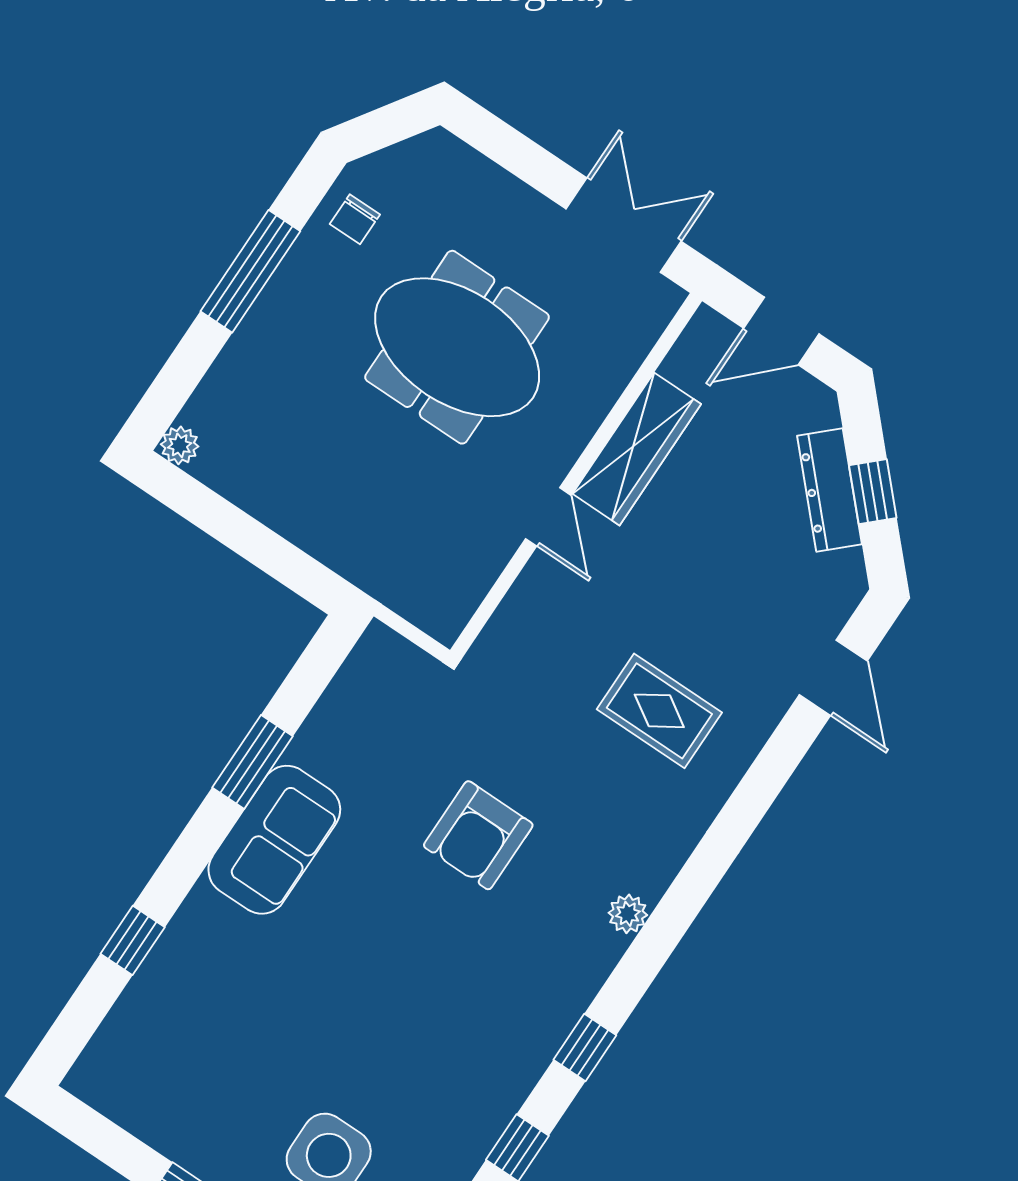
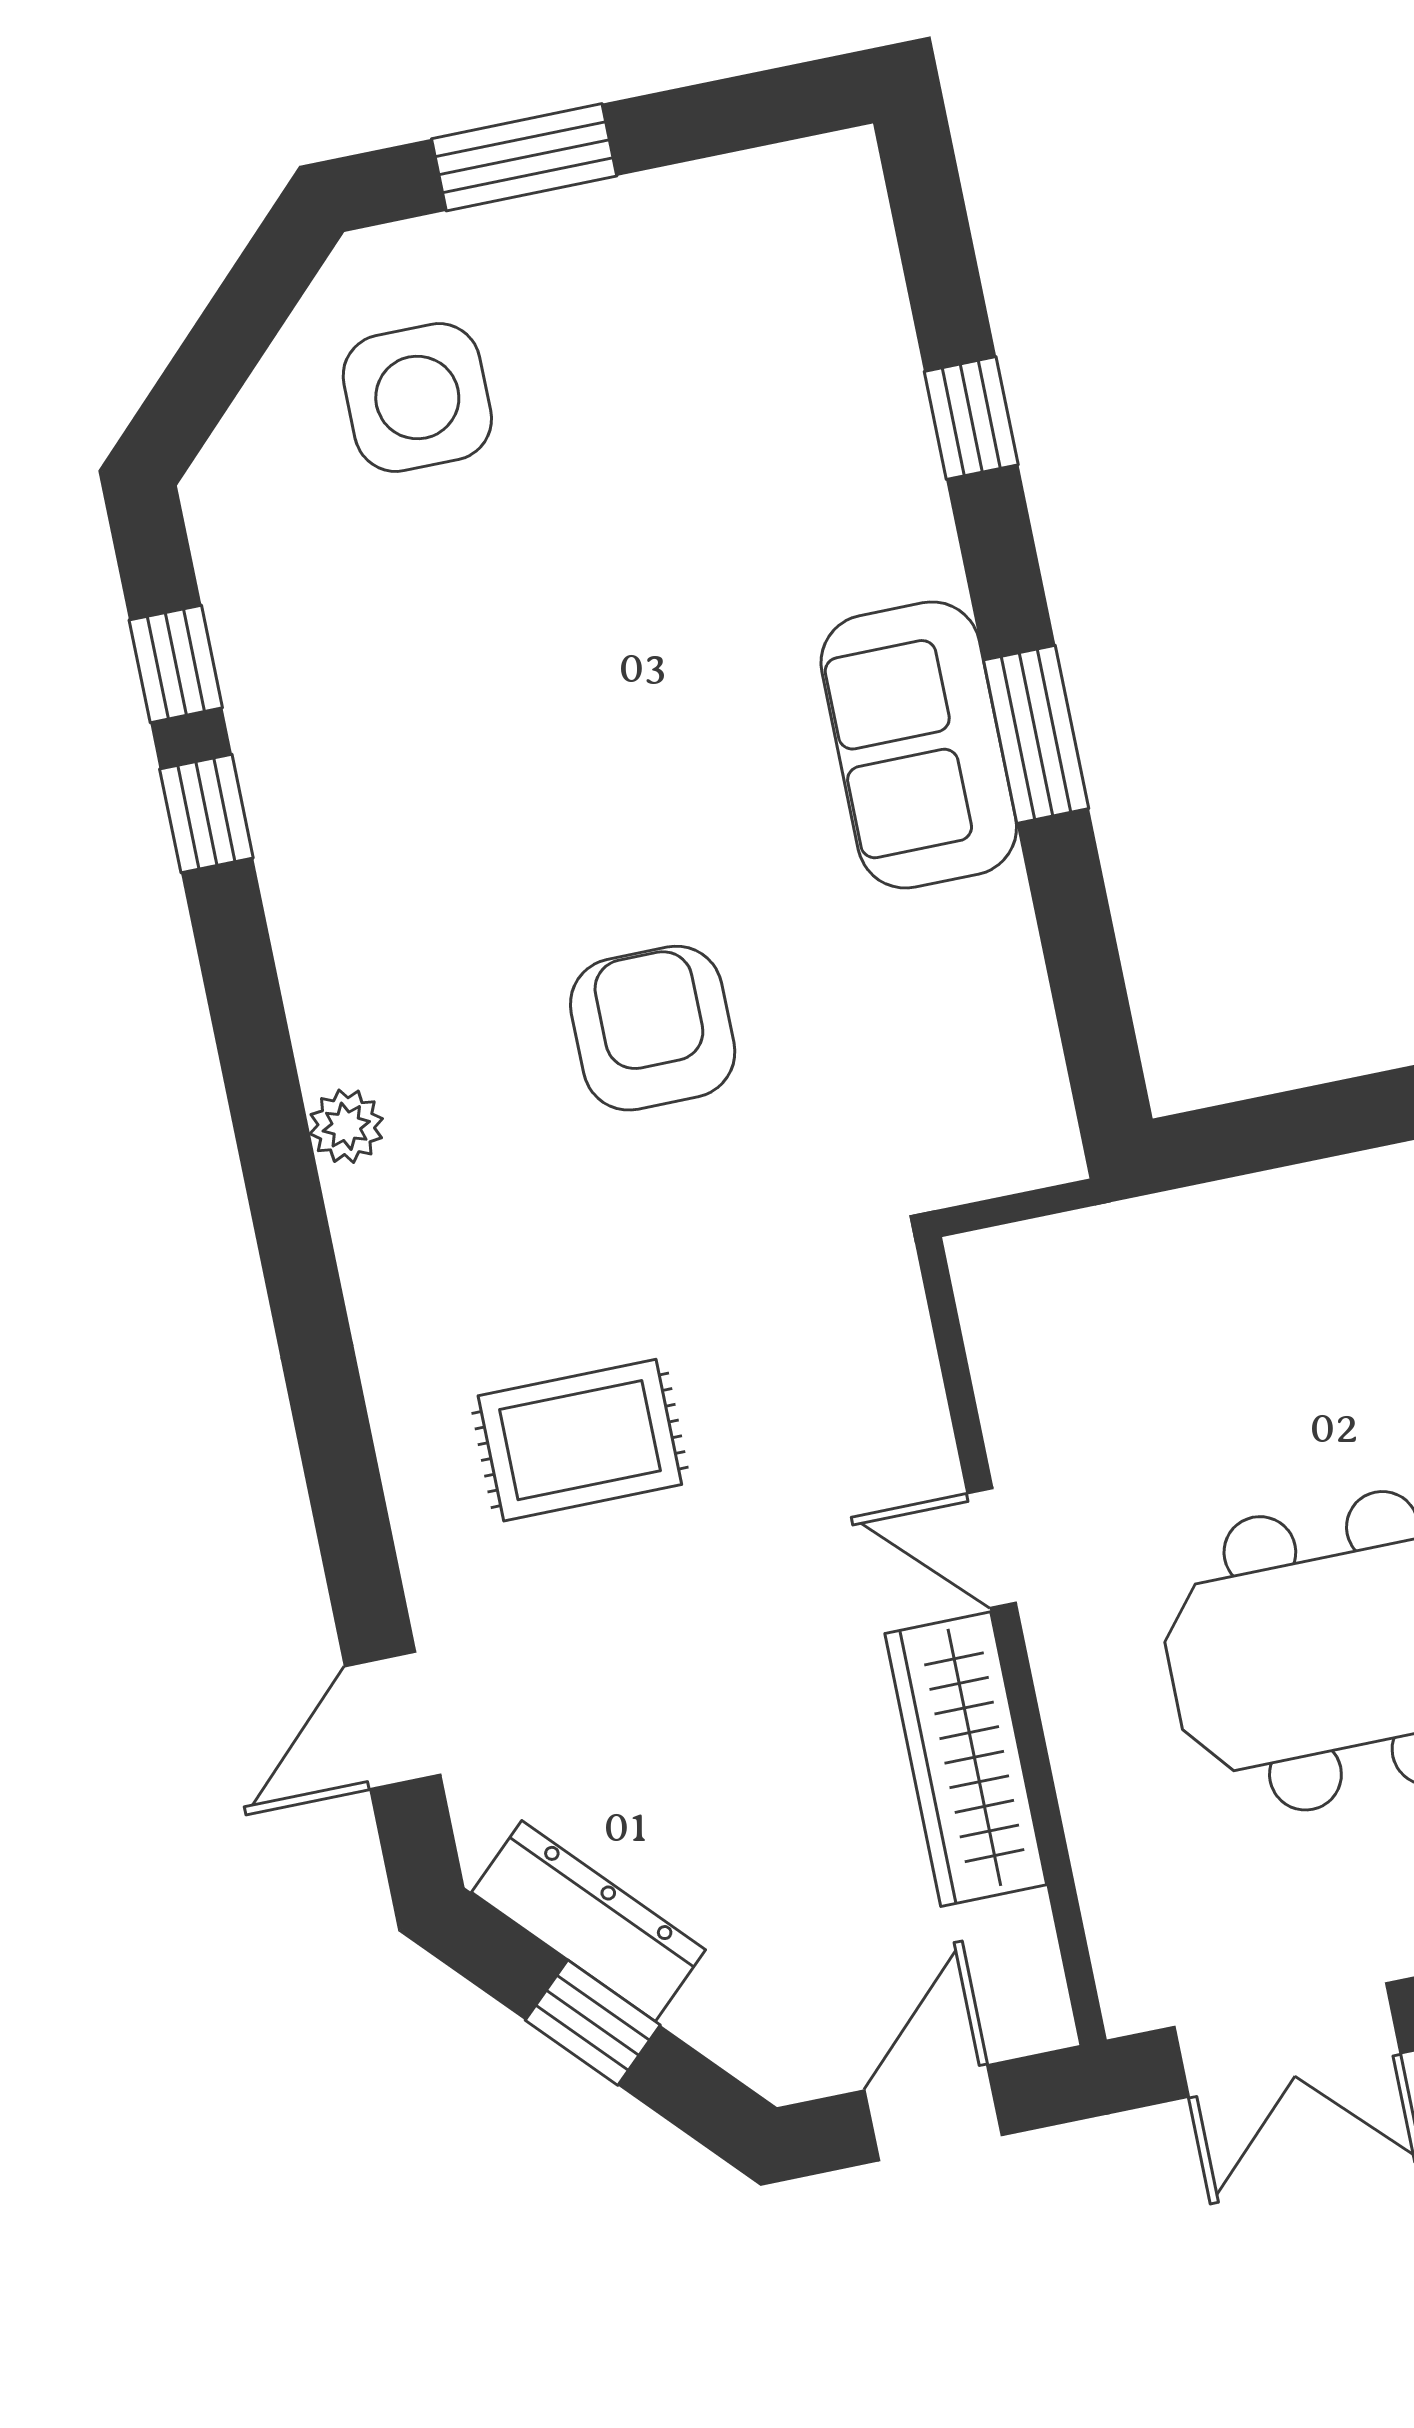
dresser: (830, 490) -> (589, 1921), moved
door: (833, 678) -> (393, 1721), hinge flipped
window: (253, 762) -> (1036, 734), moved
window: (585, 1047) -> (206, 813), moved

